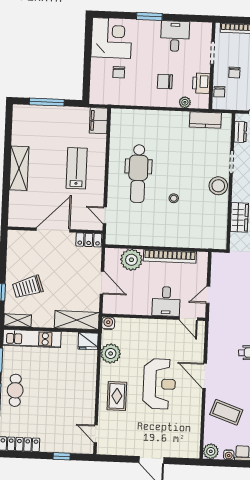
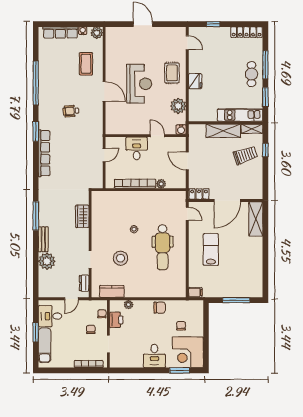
window: (149, 16) -> (180, 370), moved
desk: (175, 36) -> (154, 356), moved
chair: (165, 81) -> (160, 308), moved
filing cabinet: (98, 121) -> (195, 292), width x0.50
shelving: (19, 168) -> (256, 219), moved
lab bench: (77, 168) -> (211, 249), turned 180
dental chair: (138, 174) -> (163, 247), turned 180
stool: (218, 186) -> (121, 258), moved
plant: (131, 260) -> (161, 184), width x0.53, depth x0.53
door: (188, 319) -> (157, 136), moved
shelving: (77, 320) -> (223, 131), moved
fridge: (88, 341) -> (195, 81), moved, turned 90
reception desk: (159, 384) -> (139, 84), turned 180
coffee table: (226, 412) -> (86, 64), turned 71

